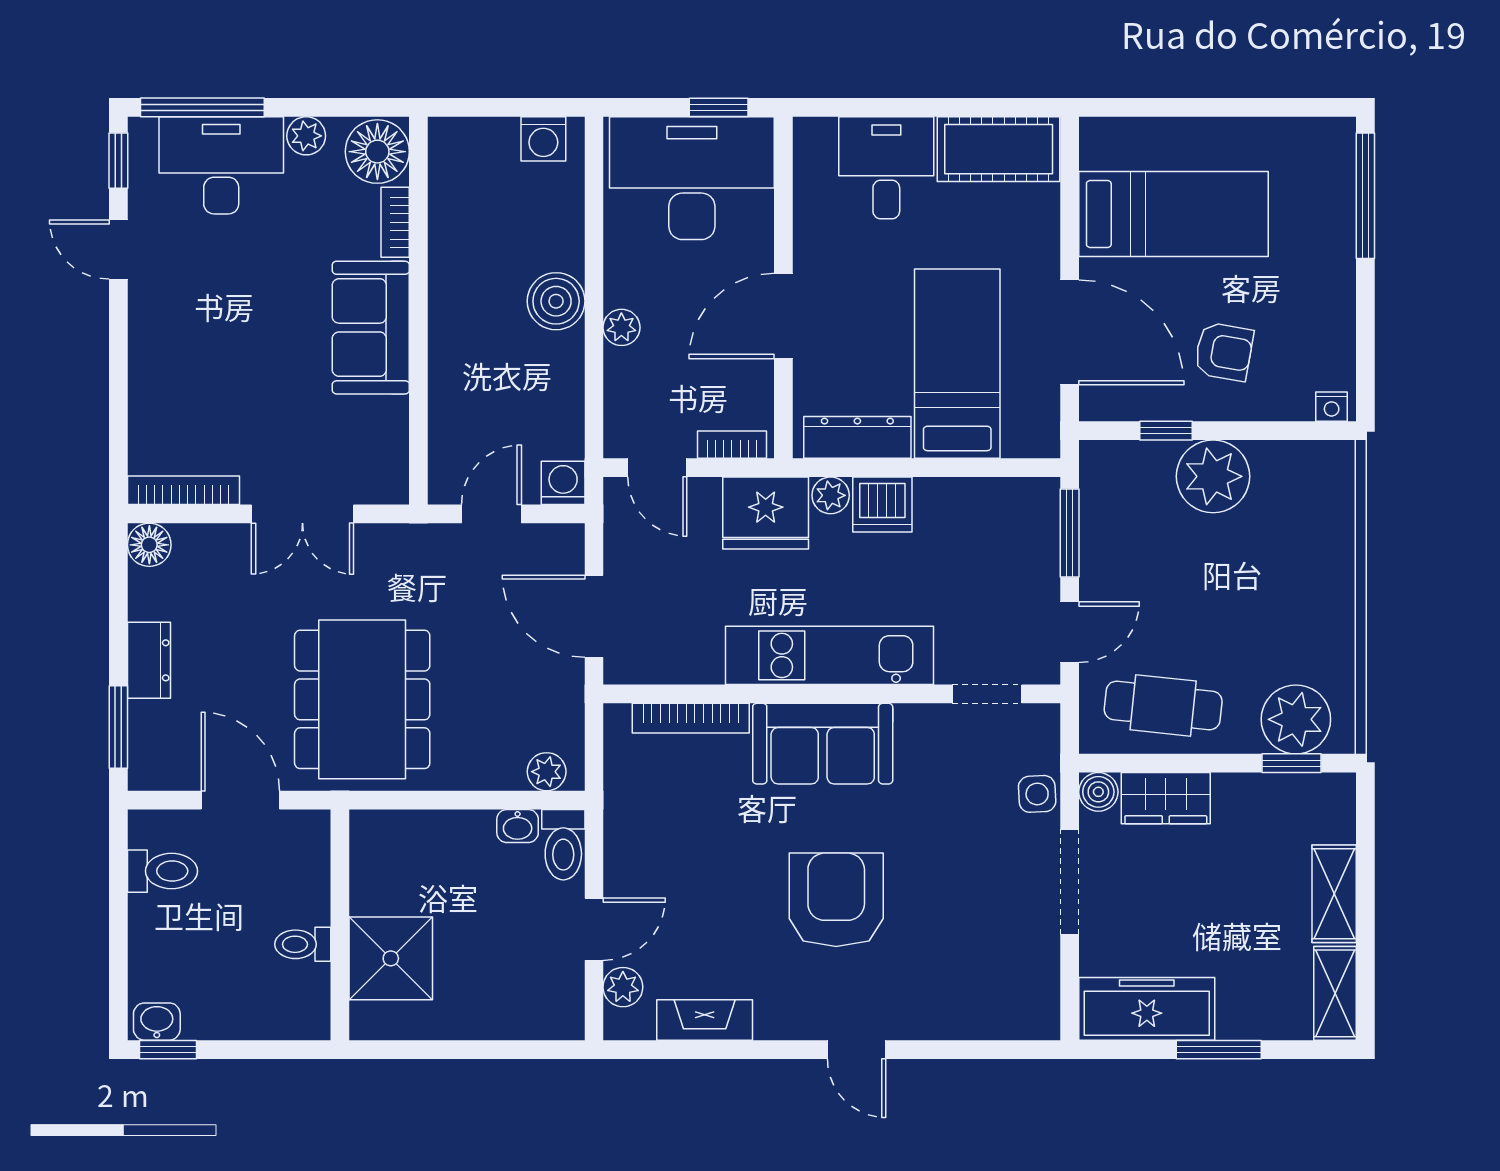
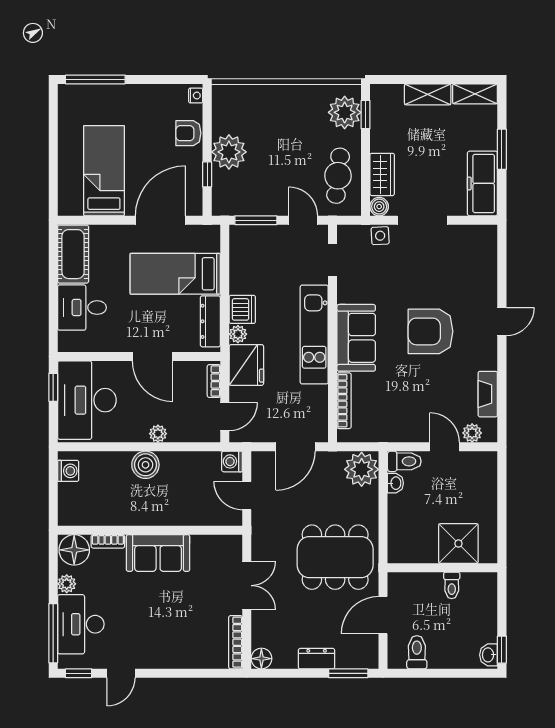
armchair: (1224, 352) -> (188, 133), moved, turned -100
plant: (547, 772) -> (362, 469), width x1.87, depth x1.87

